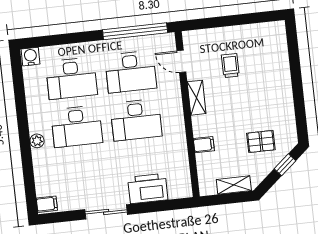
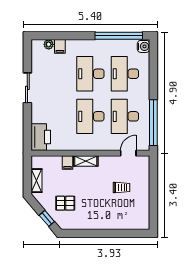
window: (19, 93) -> (119, 36), added
shelving: (197, 98) -> (86, 161), moved
plant: (37, 141) -> (49, 44), moved
pallet: (261, 141) -> (65, 203), turned 90
printer: (148, 189) -> (41, 137), moved
filing cabinet: (47, 204) -> (60, 46), moved

